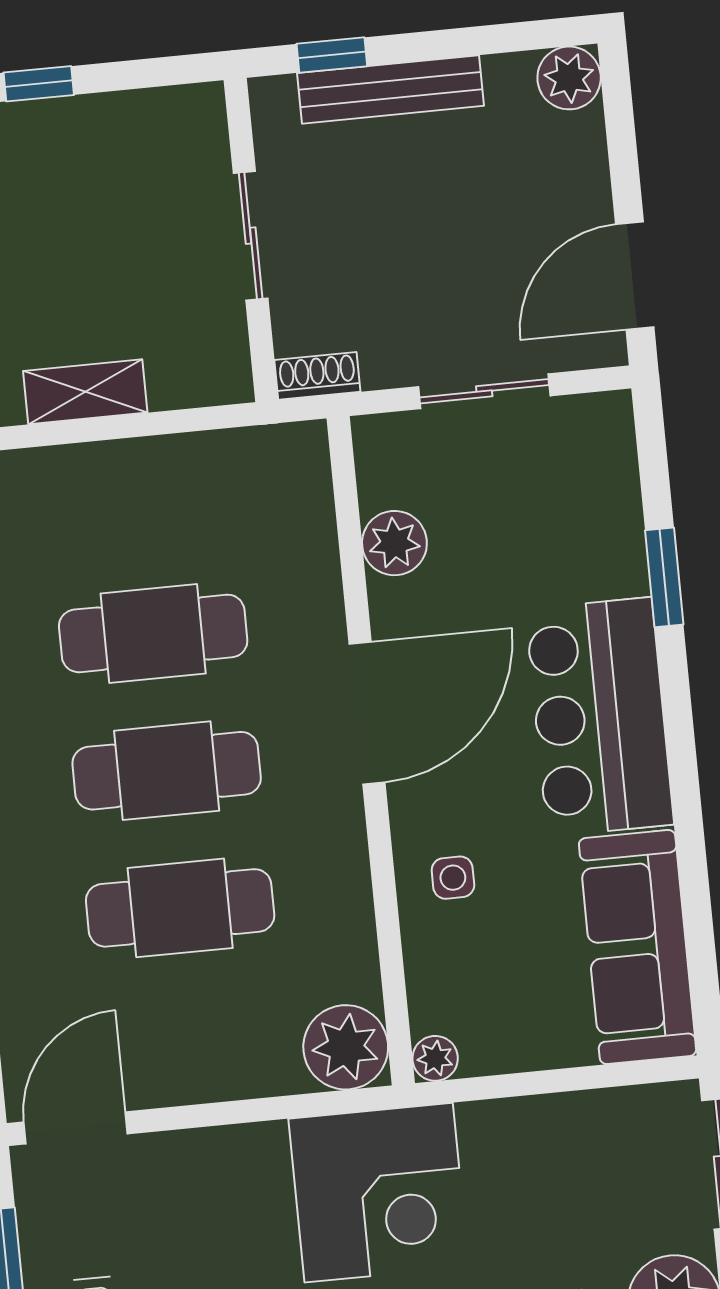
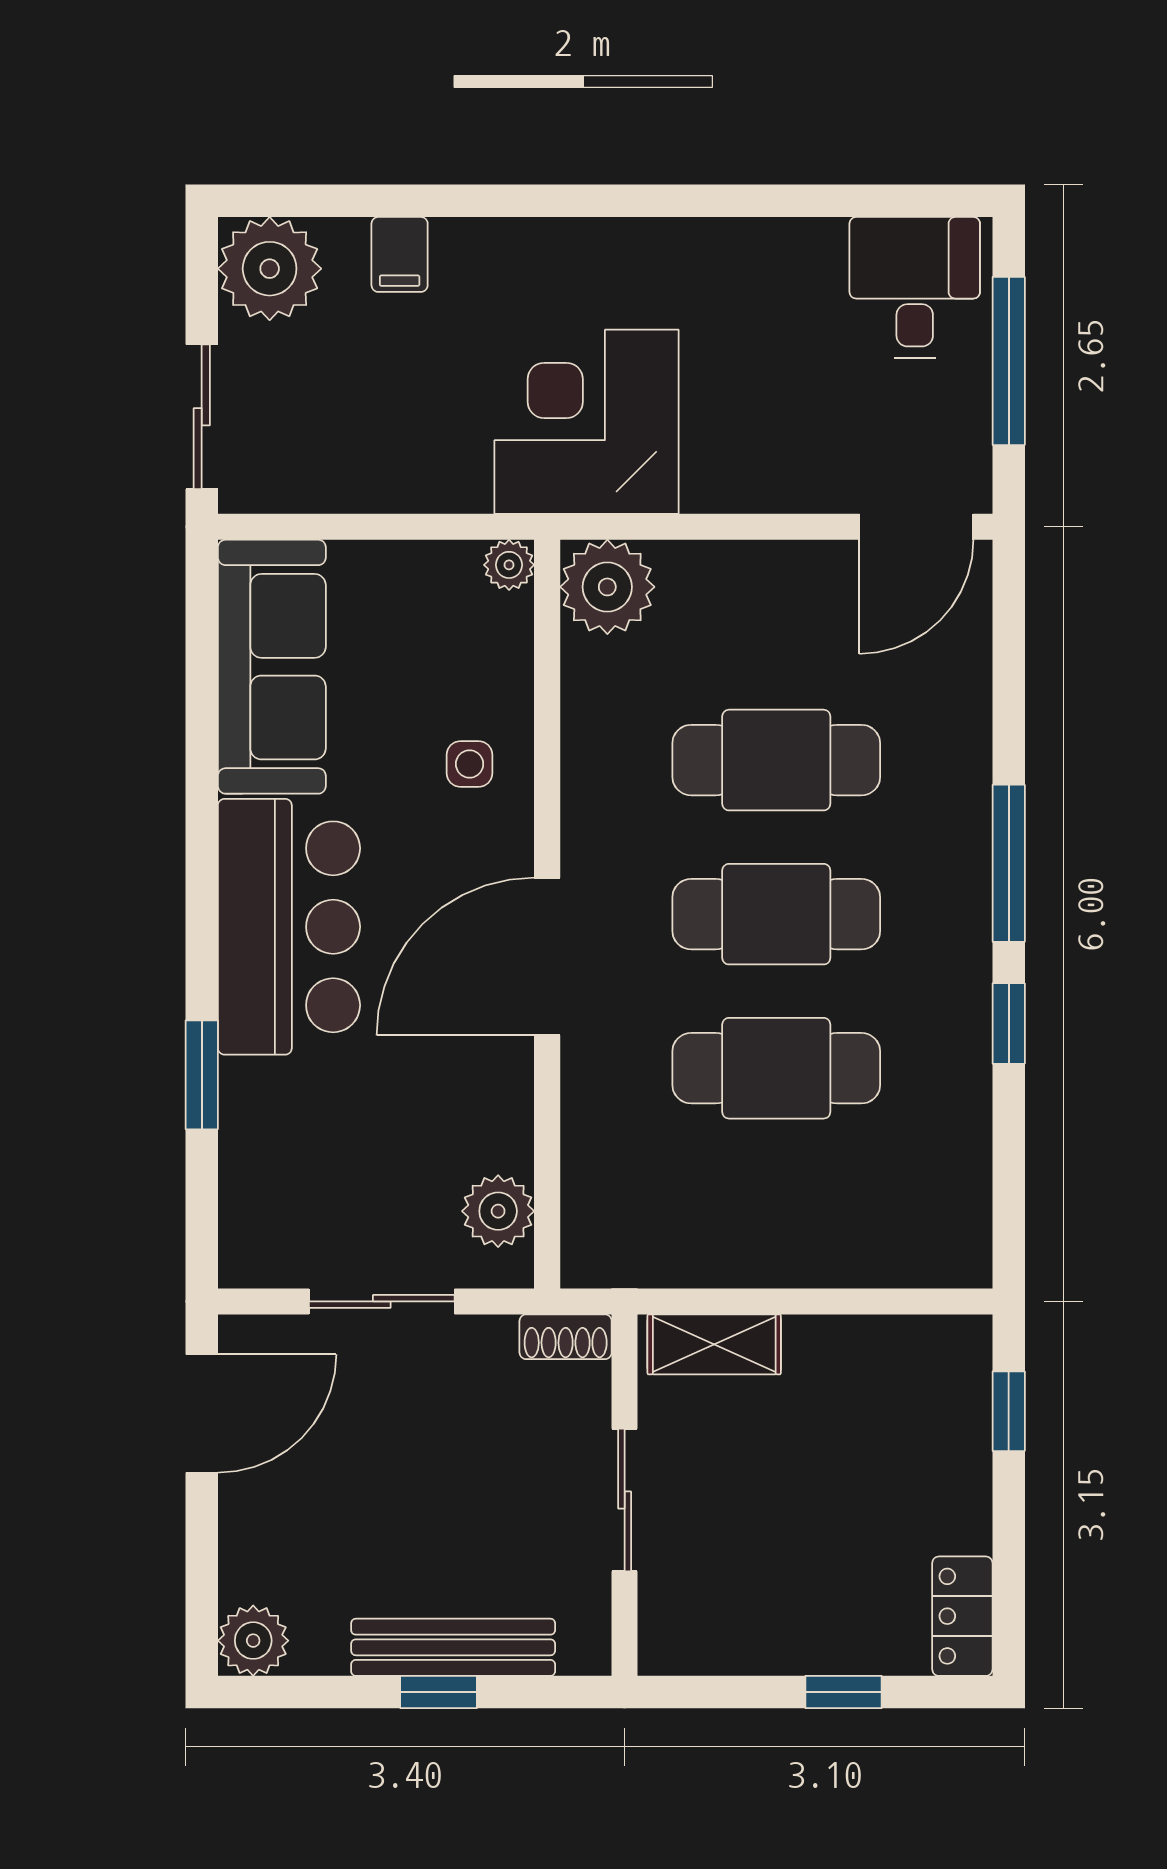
window: (332, 55) -> (439, 1692), moved
shelving: (85, 392) -> (714, 1344), moved
plant: (394, 543) -> (498, 1211), moved

